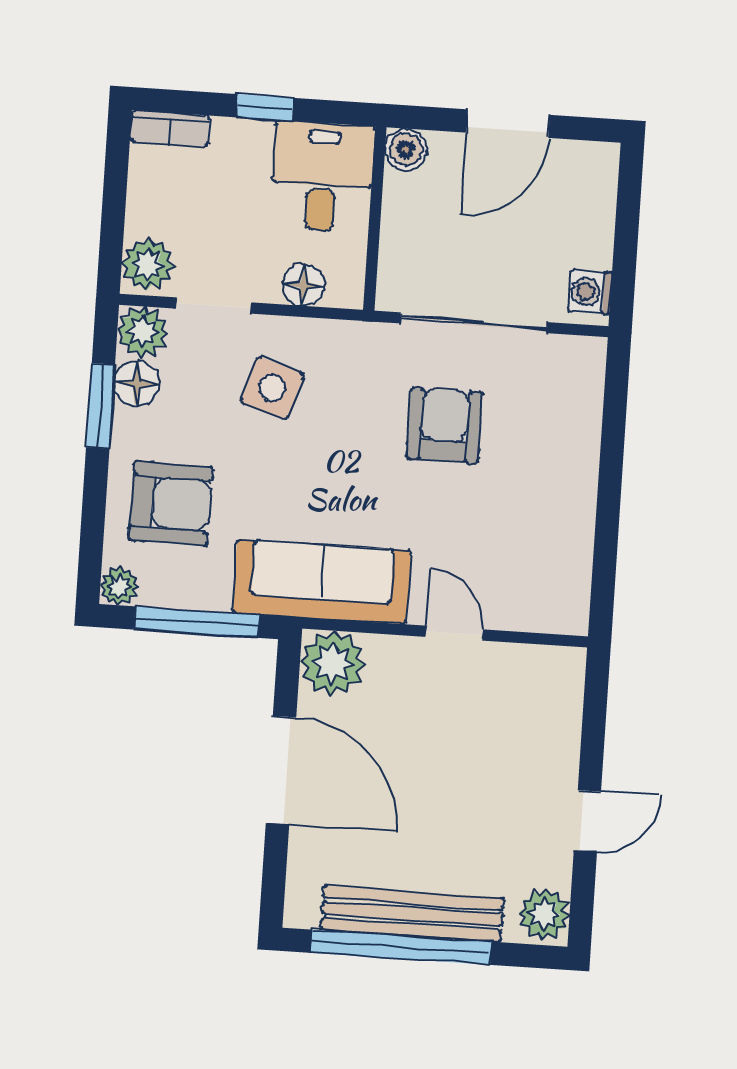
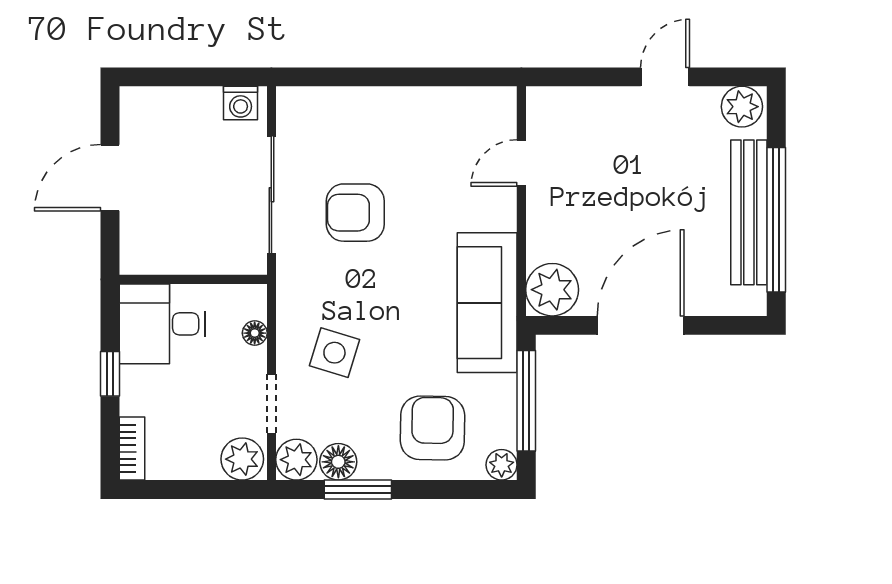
door: (508, 124) -> (110, 178), swing flipped
boiler: (406, 149) -> (136, 258), removed
floor lamp: (304, 285) -> (255, 333), width x0.73, depth x0.73
door: (454, 633) -> (521, 163), moved
door: (587, 821) -> (665, 77), hinge flipped

